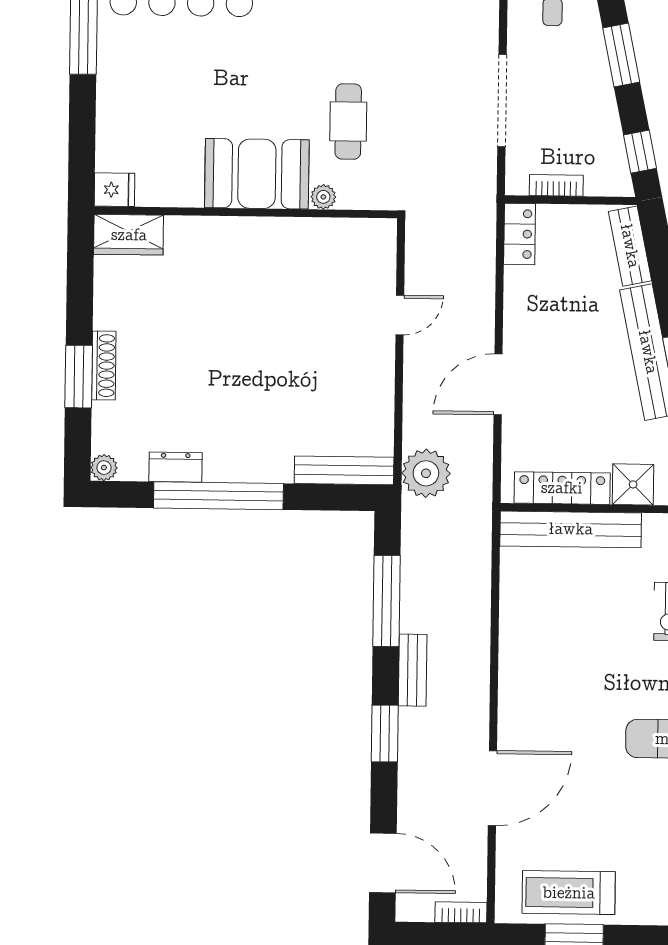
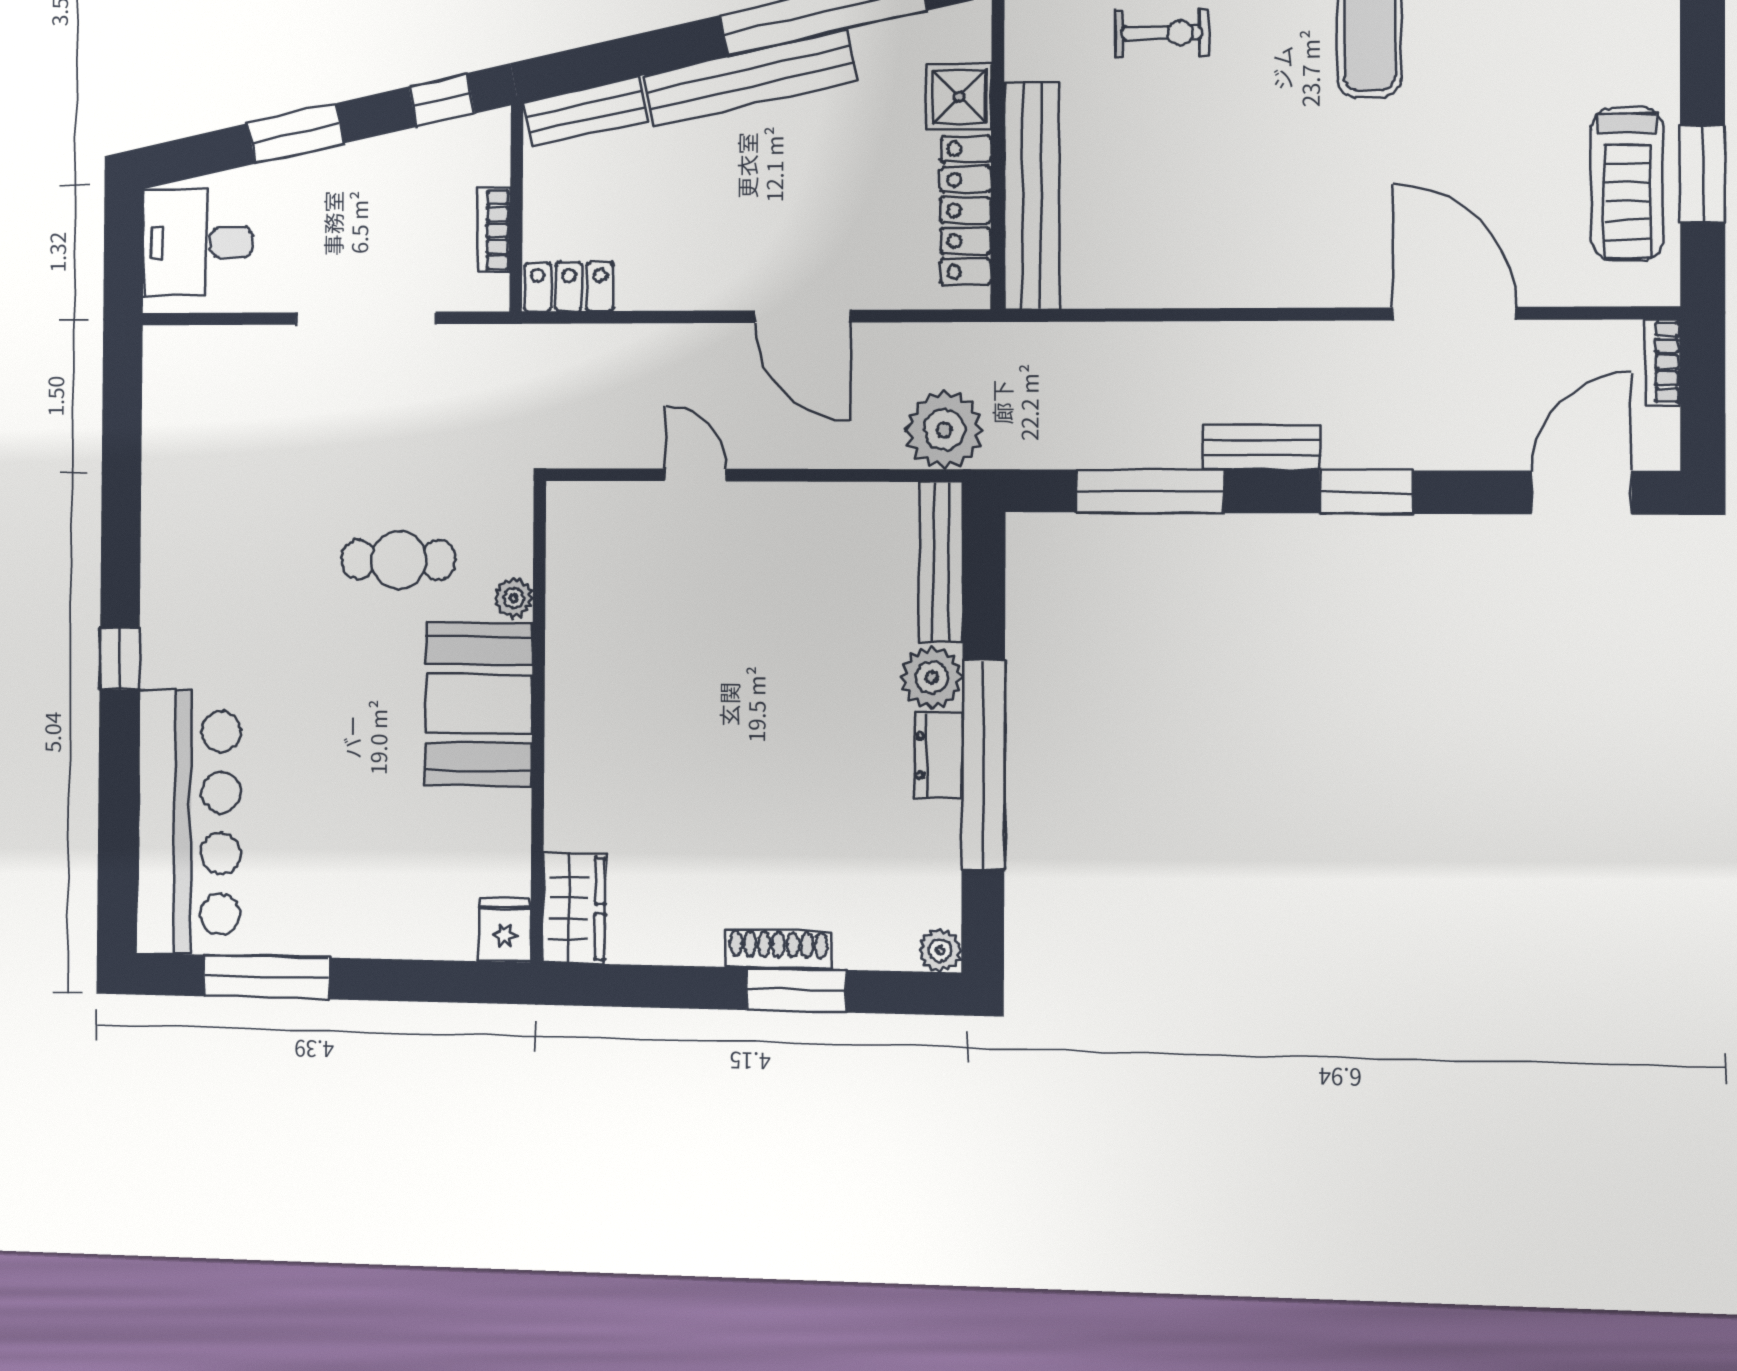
plant: (273, 464) -> (932, 677), added
dresser: (176, 467) -> (939, 756), moved

